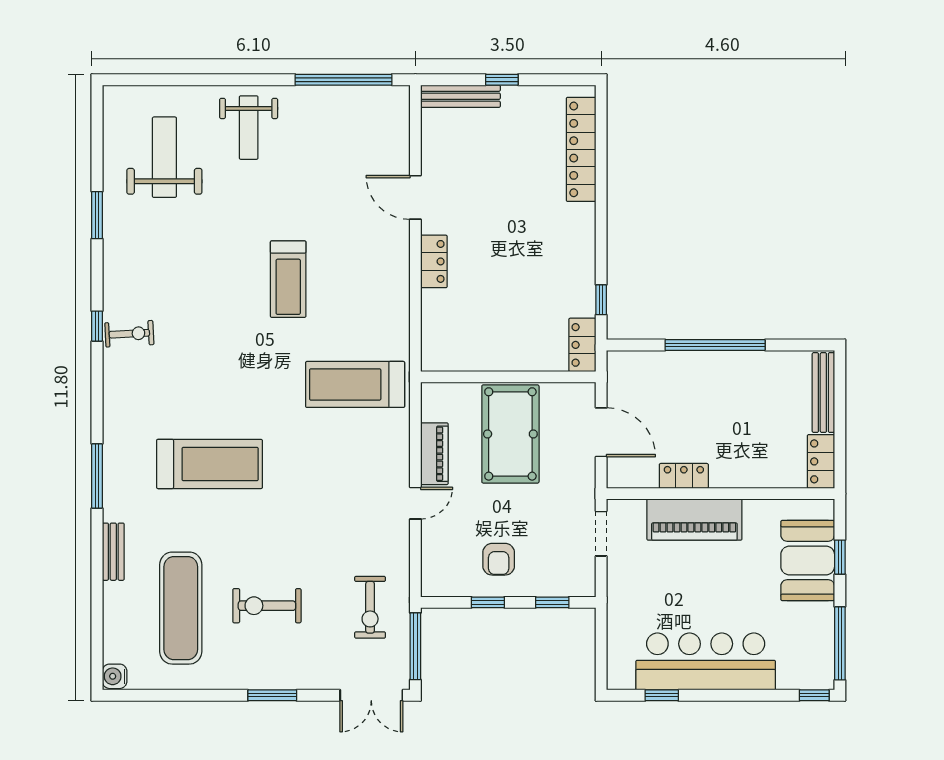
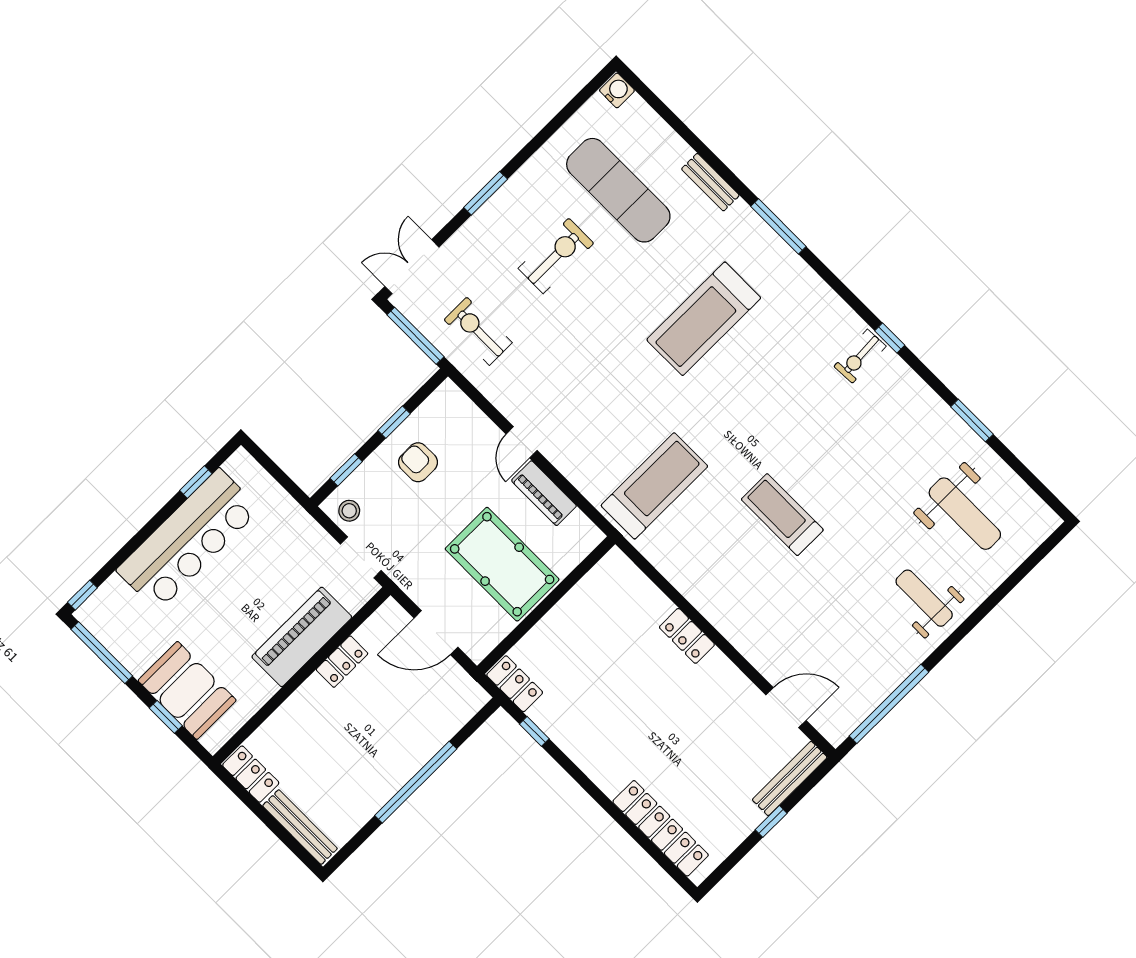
door: (415, 197) -> (786, 708), moved
stool: (578, 573) -> (349, 511), added

